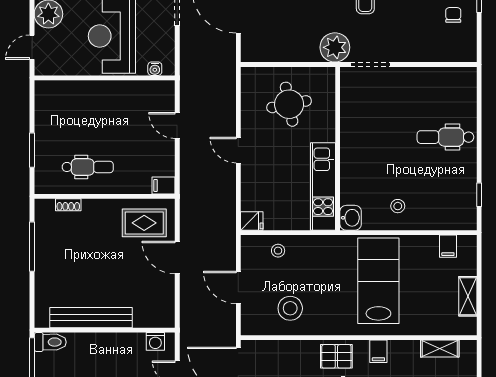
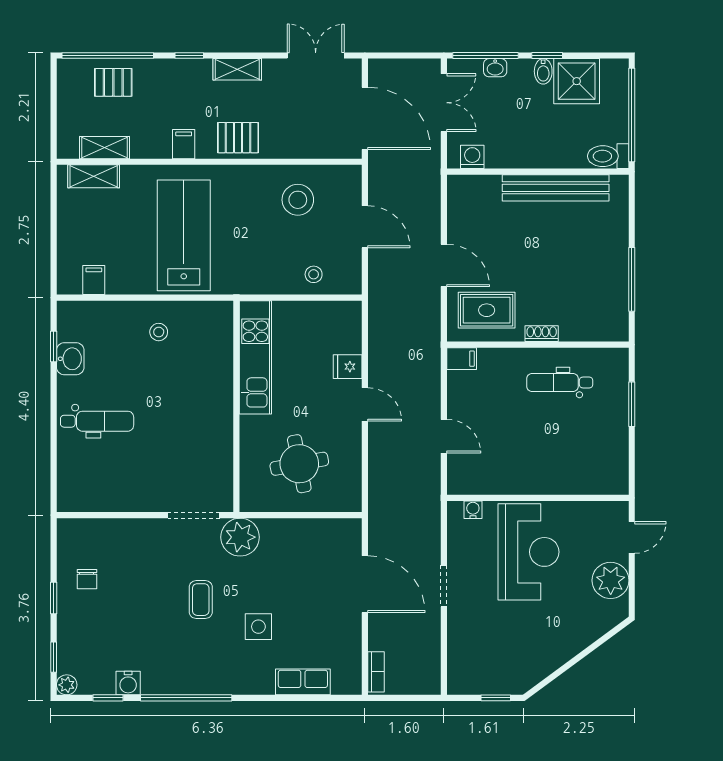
shoe rack: (68, 205) -> (542, 334), moved
washbasin: (351, 218) -> (70, 359), moved, turned 180
fridge: (252, 221) -> (348, 367), moved
lab bench: (378, 281) -> (184, 235), turned 180
shelving: (468, 296) -> (94, 176), moved, turned 90

